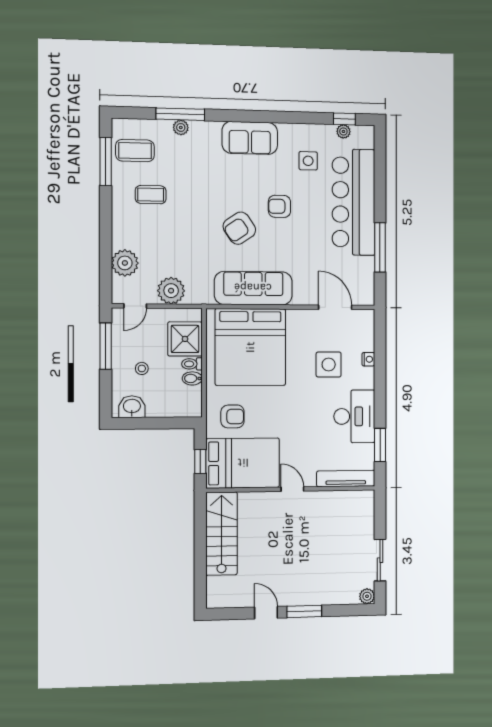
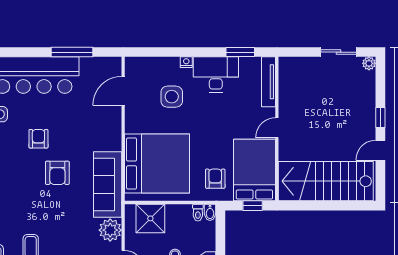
armchair: (279, 206) -> (38, 139), turned 180
armchair: (239, 228) -> (57, 173), turned 34
sofa: (253, 288) -> (108, 185), moved
nightstand: (368, 359) -> (186, 62), moved
toilet: (192, 364) -> (198, 213), moved
bidet: (192, 378) -> (210, 212), moved
stairs: (222, 534) -> (326, 181), width x1.36, depth x1.51
window: (304, 611) -> (380, 118), width x0.67

